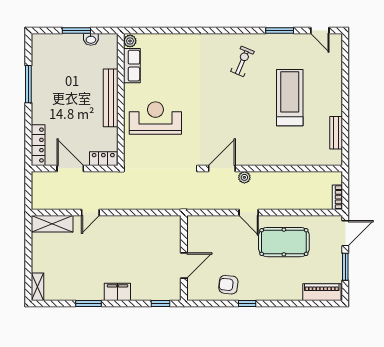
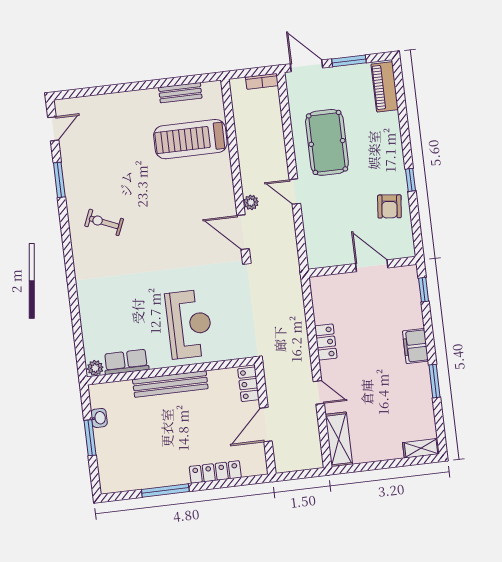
treadmill: (290, 98) -> (190, 139), moved
reception desk: (155, 118) -> (189, 324), turned 180
locker: (38, 145) -> (215, 472), moved
door: (249, 212) -> (295, 192), swing flipped
locker: (129, 223) -> (326, 342), added

